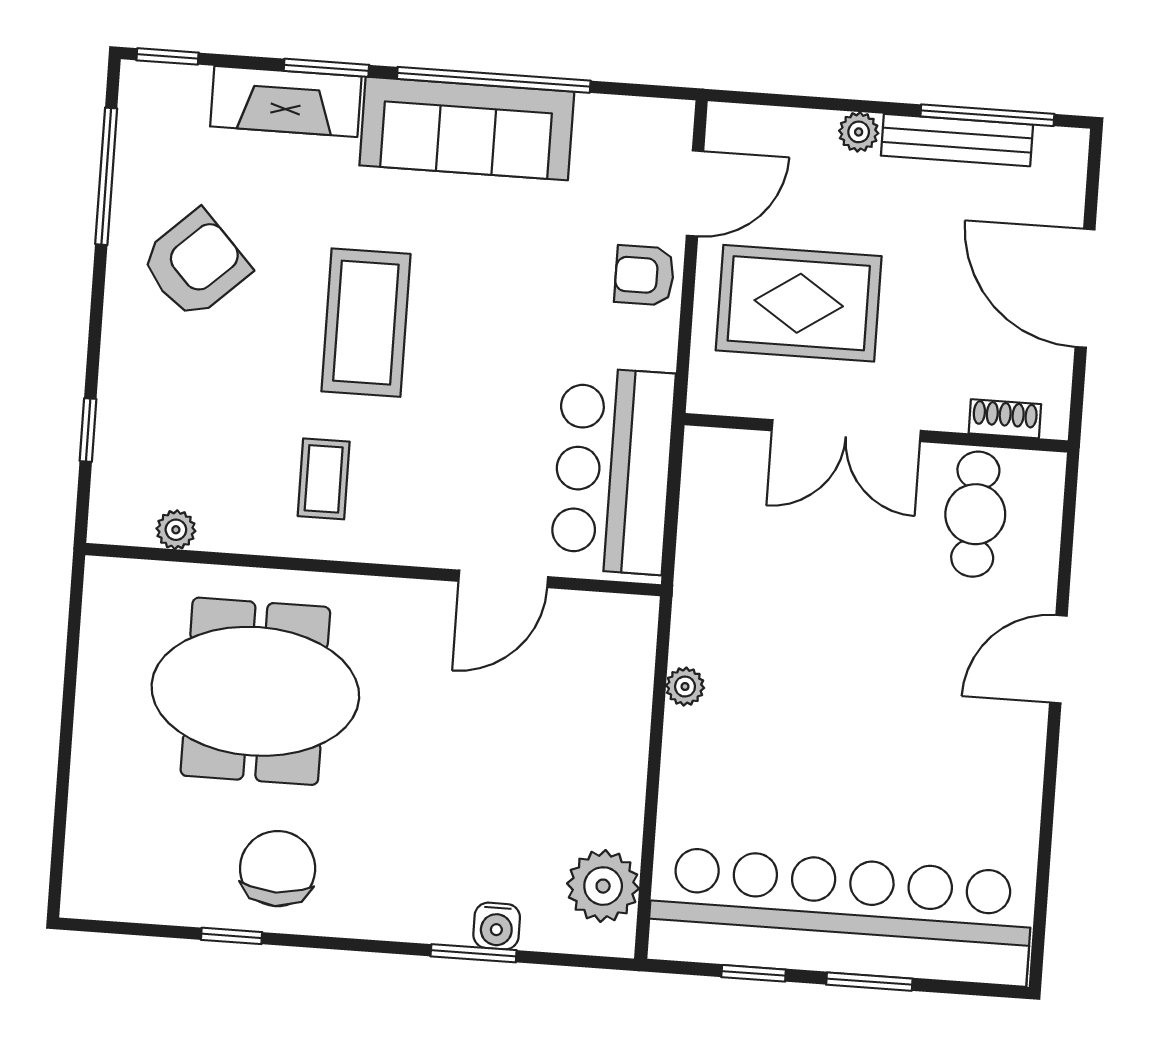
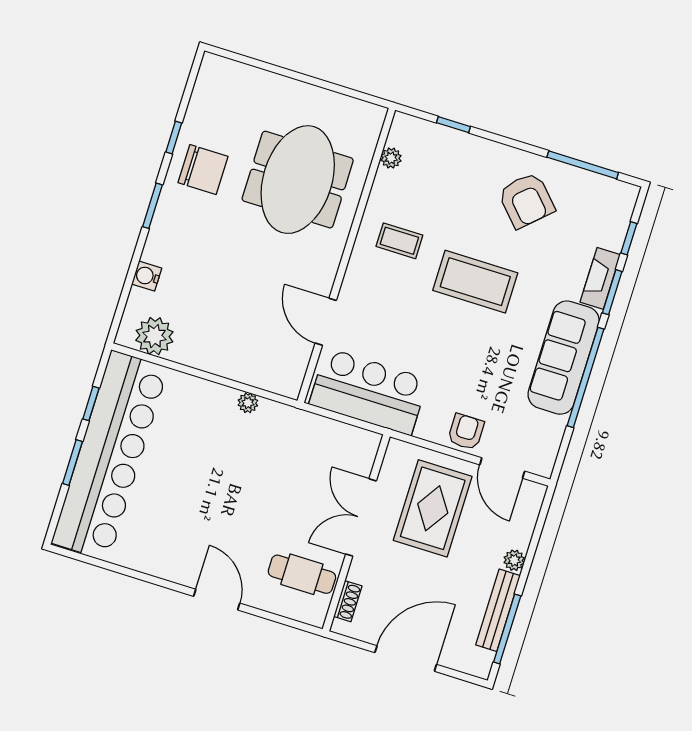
window: (168, 56) -> (629, 238), moved
fireplace: (286, 101) -> (600, 278), width x0.73, depth x0.76
window: (474, 953) -> (153, 206), moved

